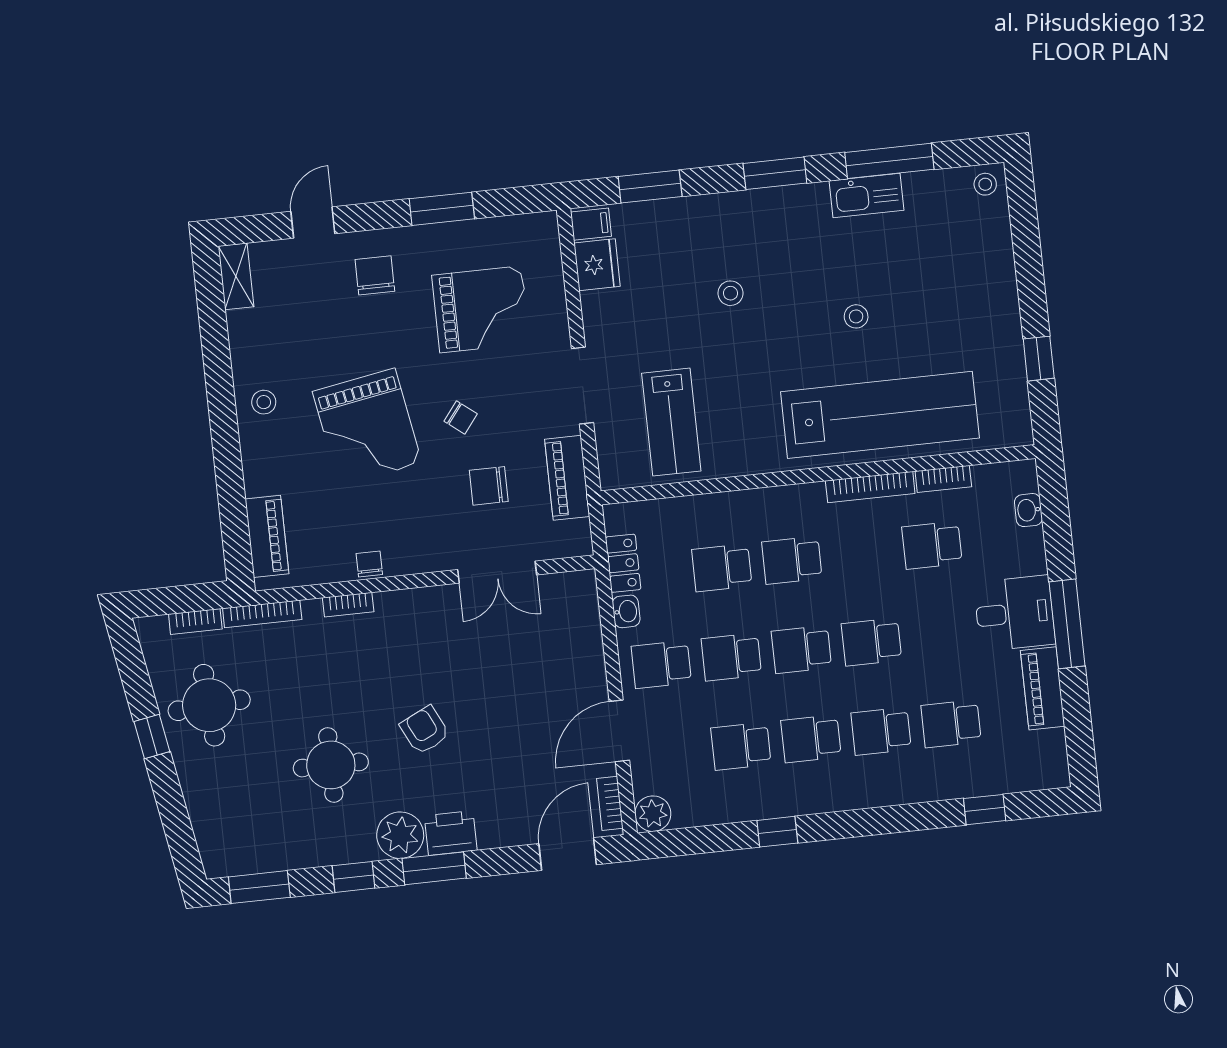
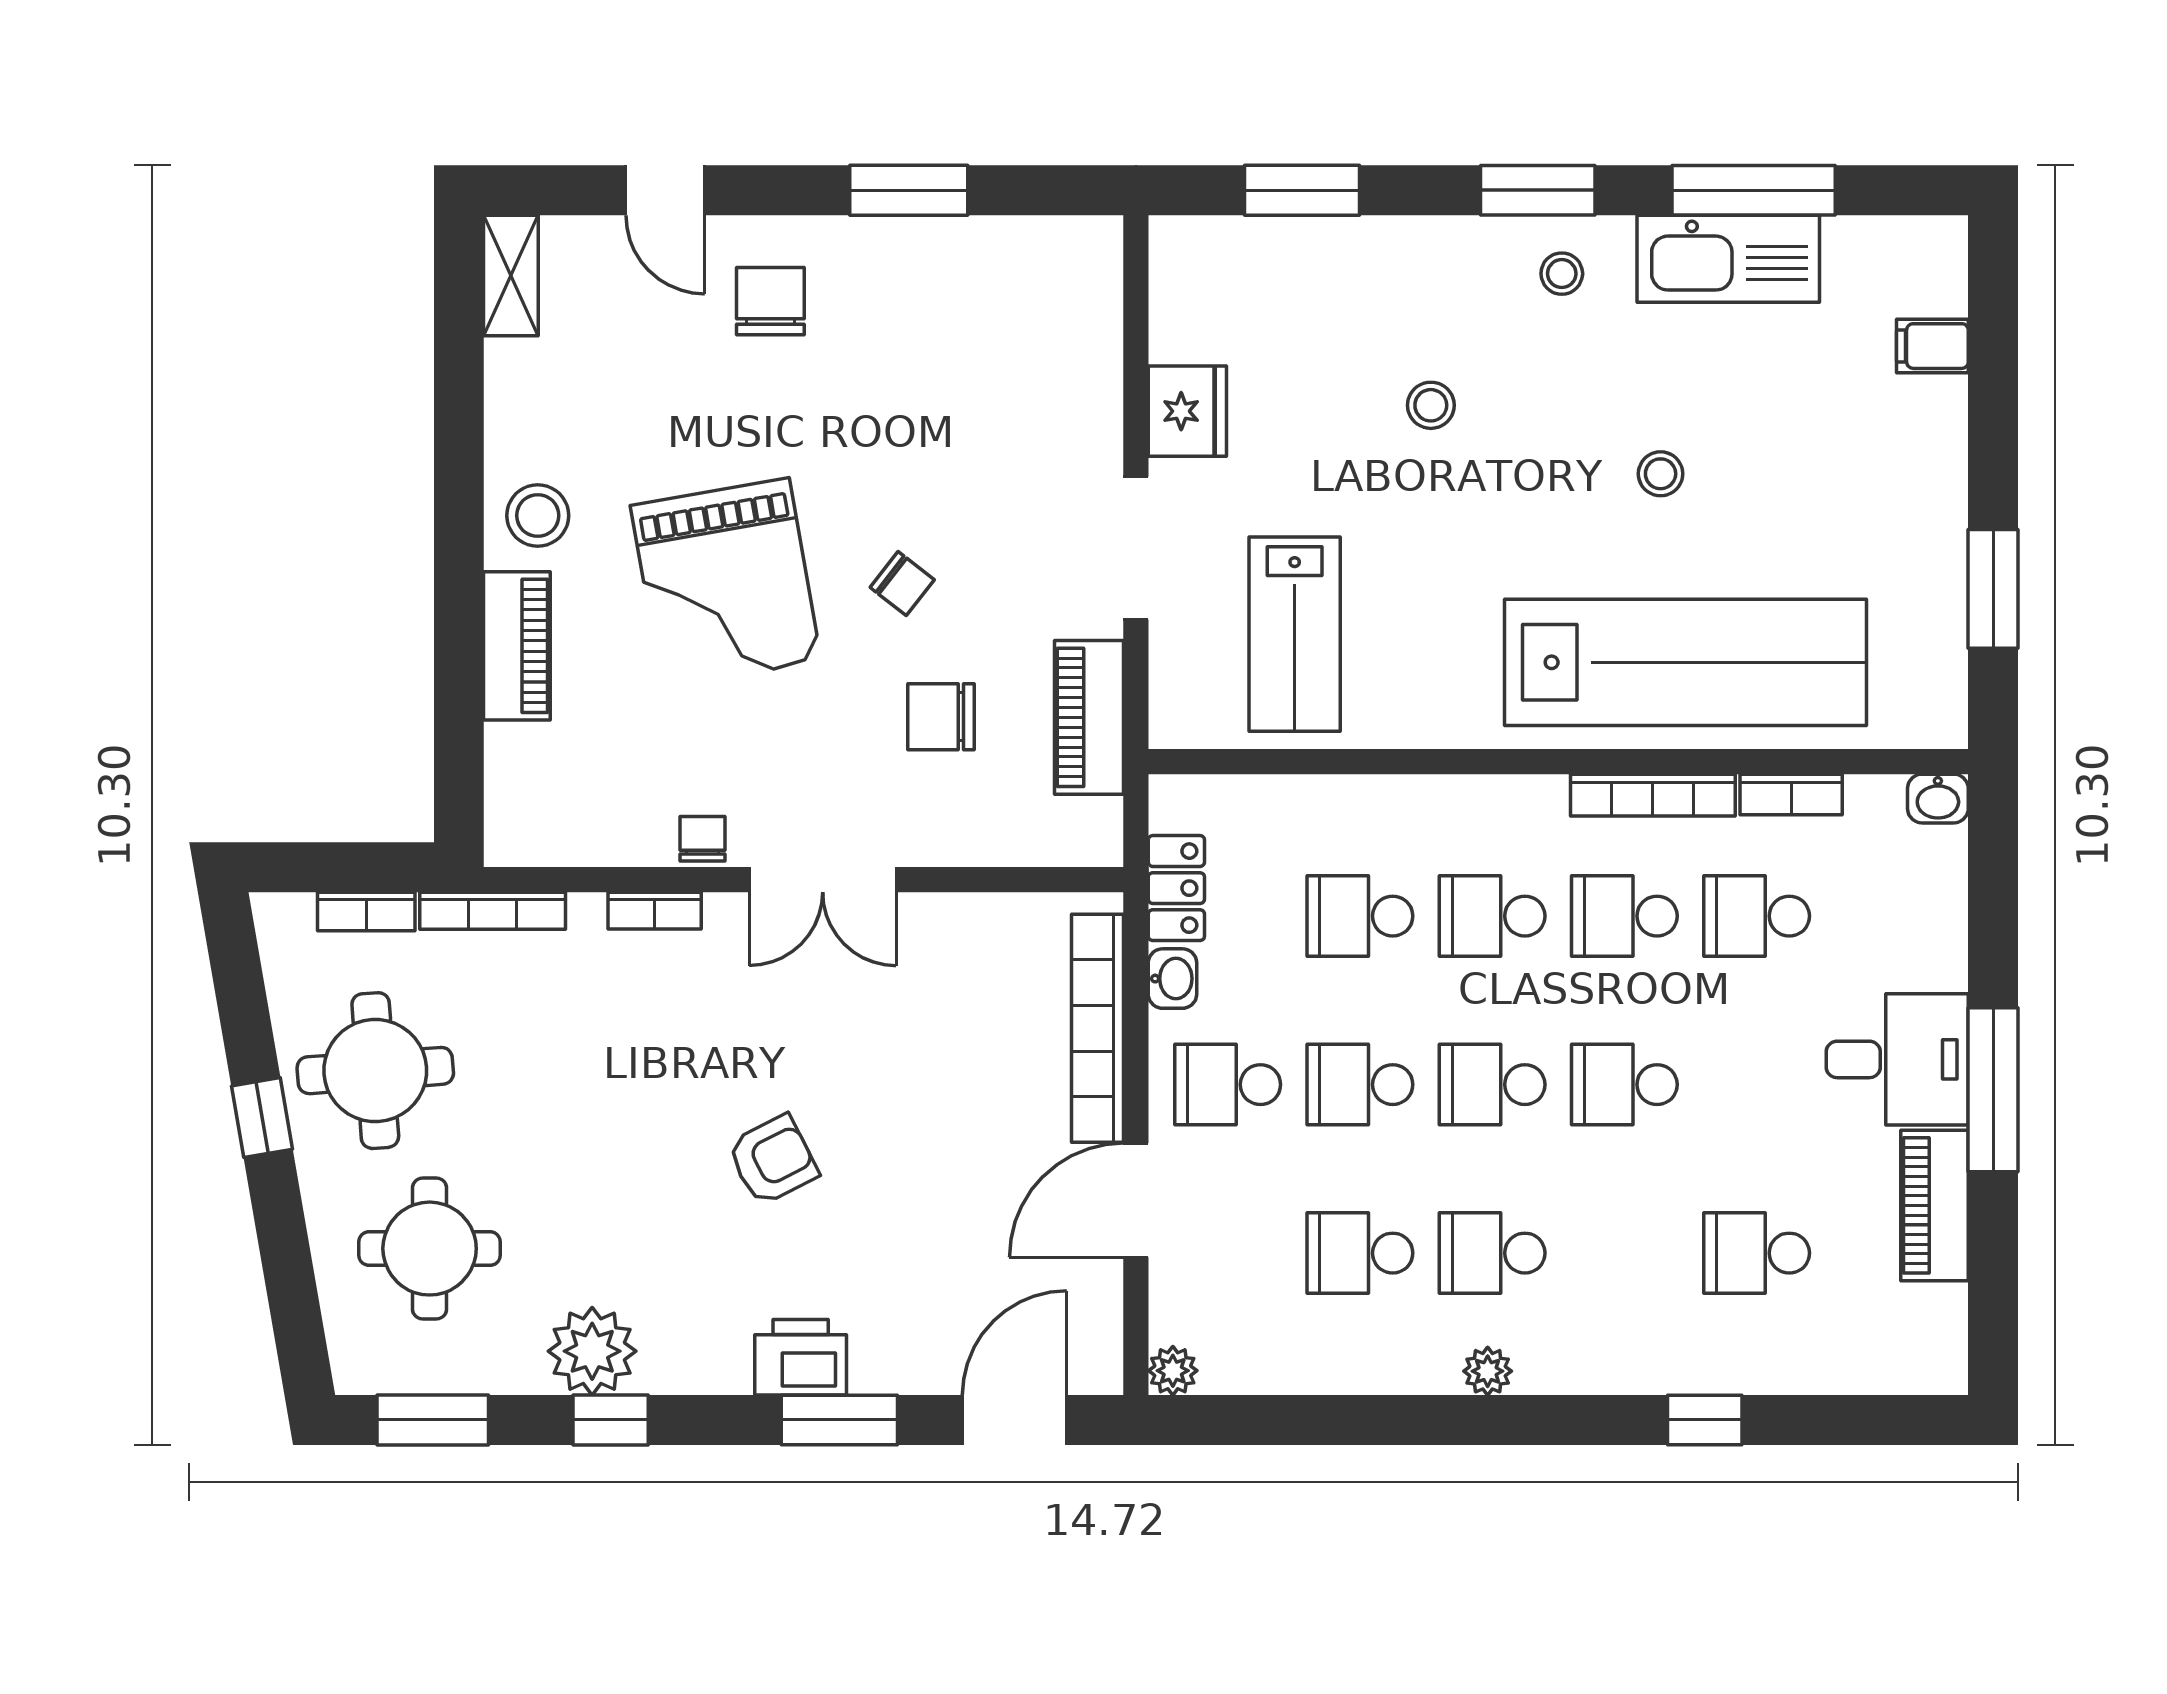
stool: (985, 184) -> (1562, 274), moved
kitchen sink: (866, 196) -> (1728, 259), width x1.36, depth x1.24
door: (313, 223) -> (665, 190), swing flipped
filing cabinet: (591, 224) -> (1932, 346), moved, turned 180
fridge: (597, 265) -> (1187, 411), moved
grand piano: (481, 309) -> (961, 386), removed
window: (1039, 359) -> (1993, 589), width x1.50
stool: (264, 402) -> (538, 516), width x1.37, depth x1.37
washbasin: (1028, 510) -> (1938, 799), moved, turned -90
piano: (267, 536) -> (517, 646), moved
double door: (497, 572) -> (823, 880), moved
armchair: (425, 730) -> (773, 1160), turned 89
school desk: (881, 731) -> (1624, 916), moved
round table: (331, 765) -> (430, 1249), moved
plant: (815, 801) -> (1488, 1371), added
bookcase: (610, 803) -> (1098, 1028), moved, width x2.31, depth x1.31
window: (985, 810) -> (1705, 1420), moved
plant: (653, 814) -> (1173, 1371), width x0.73, depth x0.73
window: (777, 832) -> (1411, 1420), removed
plant: (400, 835) -> (592, 1351), moved
window: (434, 868) -> (839, 1420), moved

